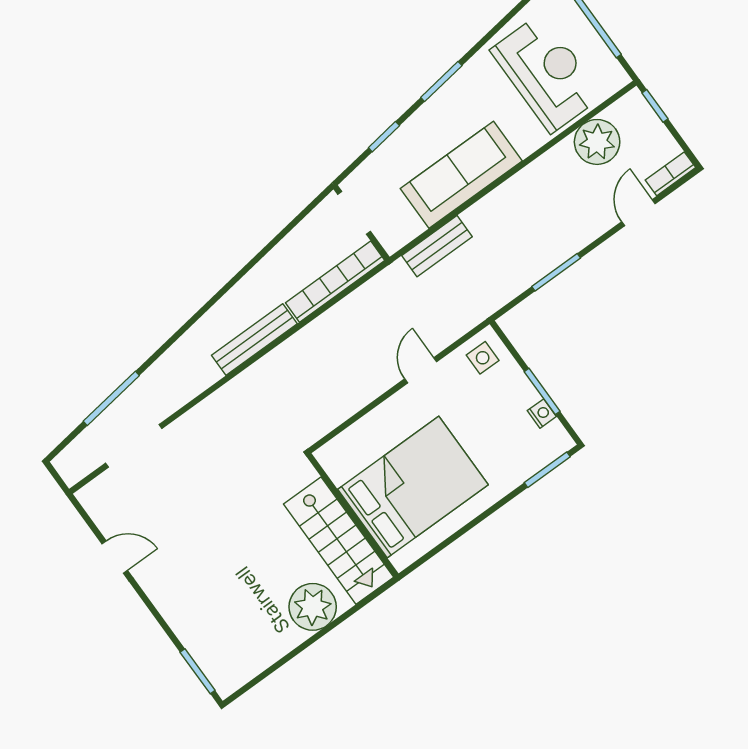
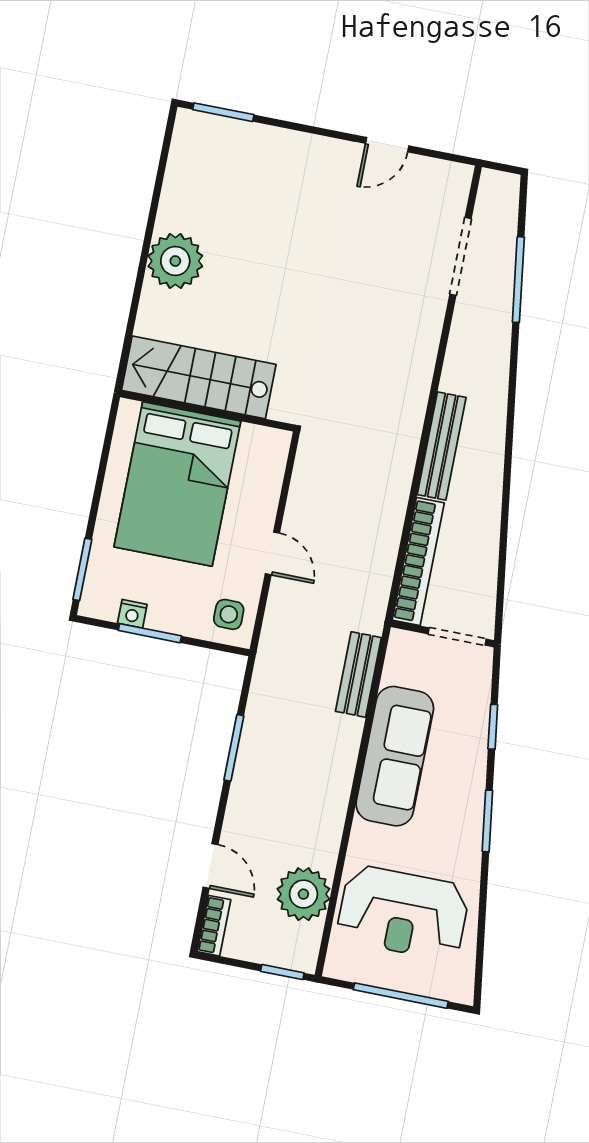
bed: (413, 487) -> (177, 484), moved
wall: (353, 515) -> (207, 411), moved
stairs: (339, 541) -> (199, 377), moved

